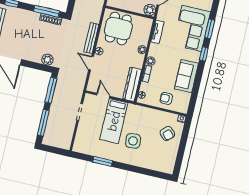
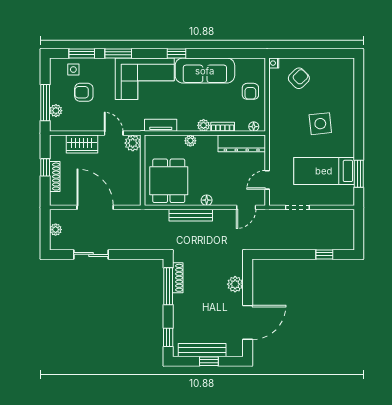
dining table: (118, 29) -> (169, 181), turned 90
window: (210, 29) -> (118, 53), moved
plant: (48, 60) -> (235, 284), moved
door: (91, 63) -> (246, 207), moved
sofa: (186, 76) -> (205, 71), width x1.36
window: (51, 90) -> (277, 254), removed
bed: (114, 121) -> (324, 171), moved, turned 180
window: (43, 123) -> (324, 254), width x0.46
window: (103, 161) -> (359, 174), moved

